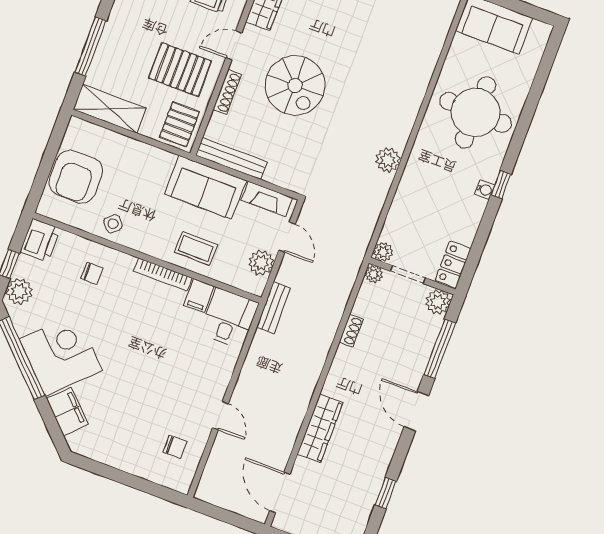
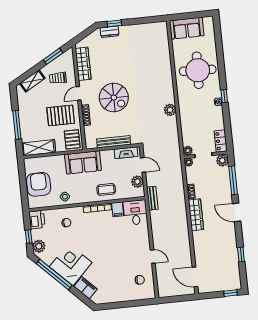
bench: (231, 158) -> (114, 142), moved
armchair: (76, 177) -> (39, 184), turned 180
sofa: (205, 187) -> (83, 162), moved
wardrobe: (320, 428) -> (196, 215), moved

